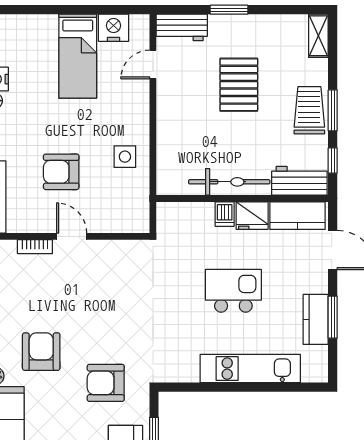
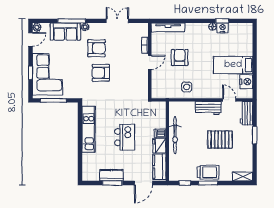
workbench: (299, 181) -> (208, 108), moved, turned 90
kitchen unit: (250, 369) -> (89, 129), moved
armchair: (106, 383) -> (101, 73), moved, turned -90

